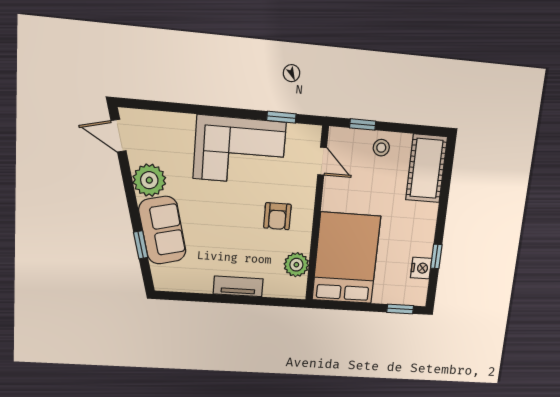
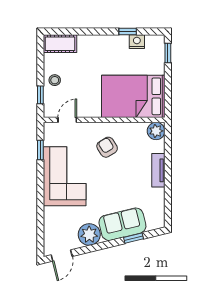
cot: (426, 168) -> (60, 44), width x0.73, depth x0.75
armchair: (277, 216) -> (107, 147), turned -122
plant: (296, 265) -> (156, 131), moved

